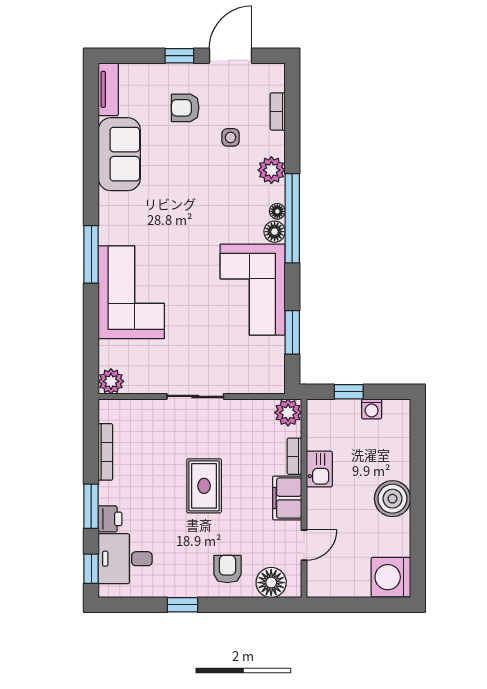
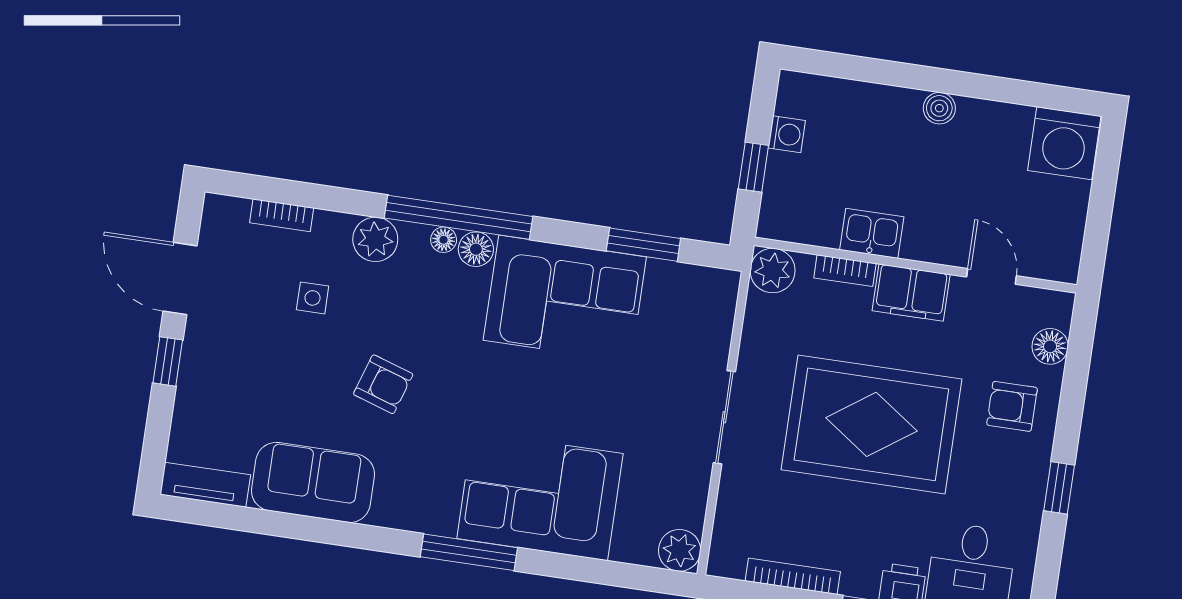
armchair: (185, 108) -> (383, 384), moved, turned -72
rug: (204, 486) -> (871, 424), width x1.86, depth x2.06
boiler: (392, 499) -> (939, 108), width x0.54, depth x0.54
floor lamp: (271, 583) -> (1050, 346), width x0.73, depth x0.73

